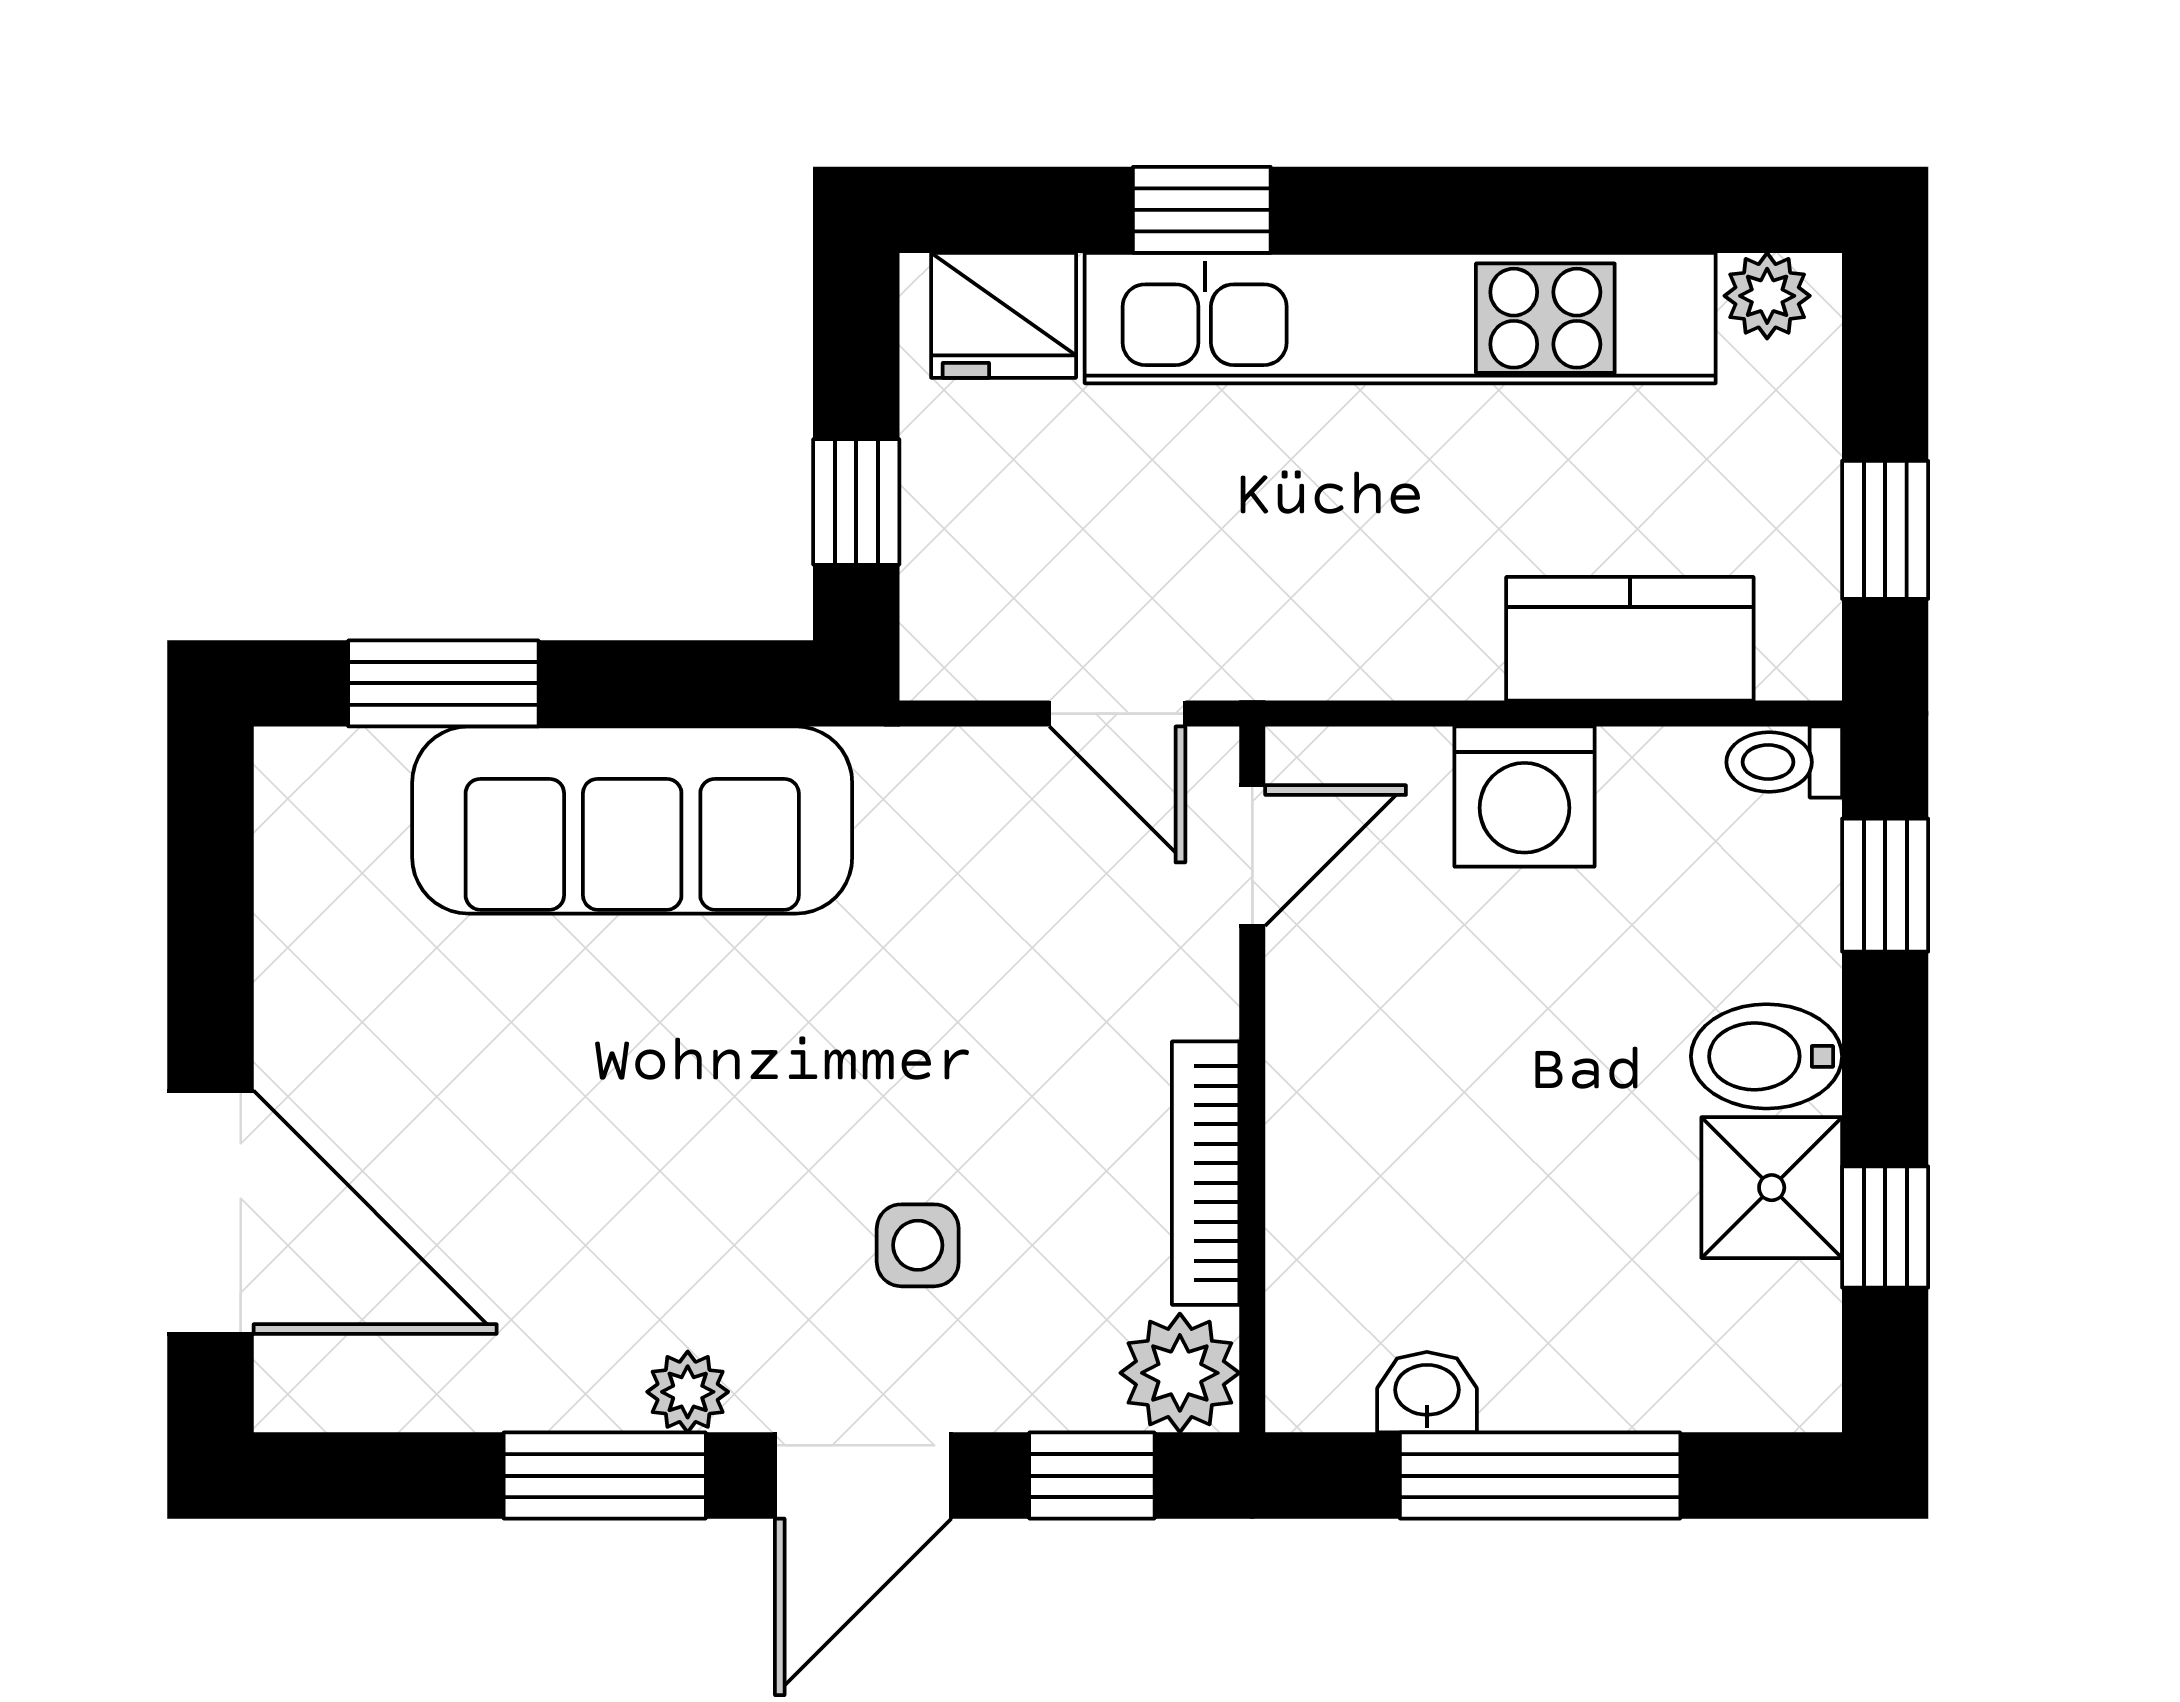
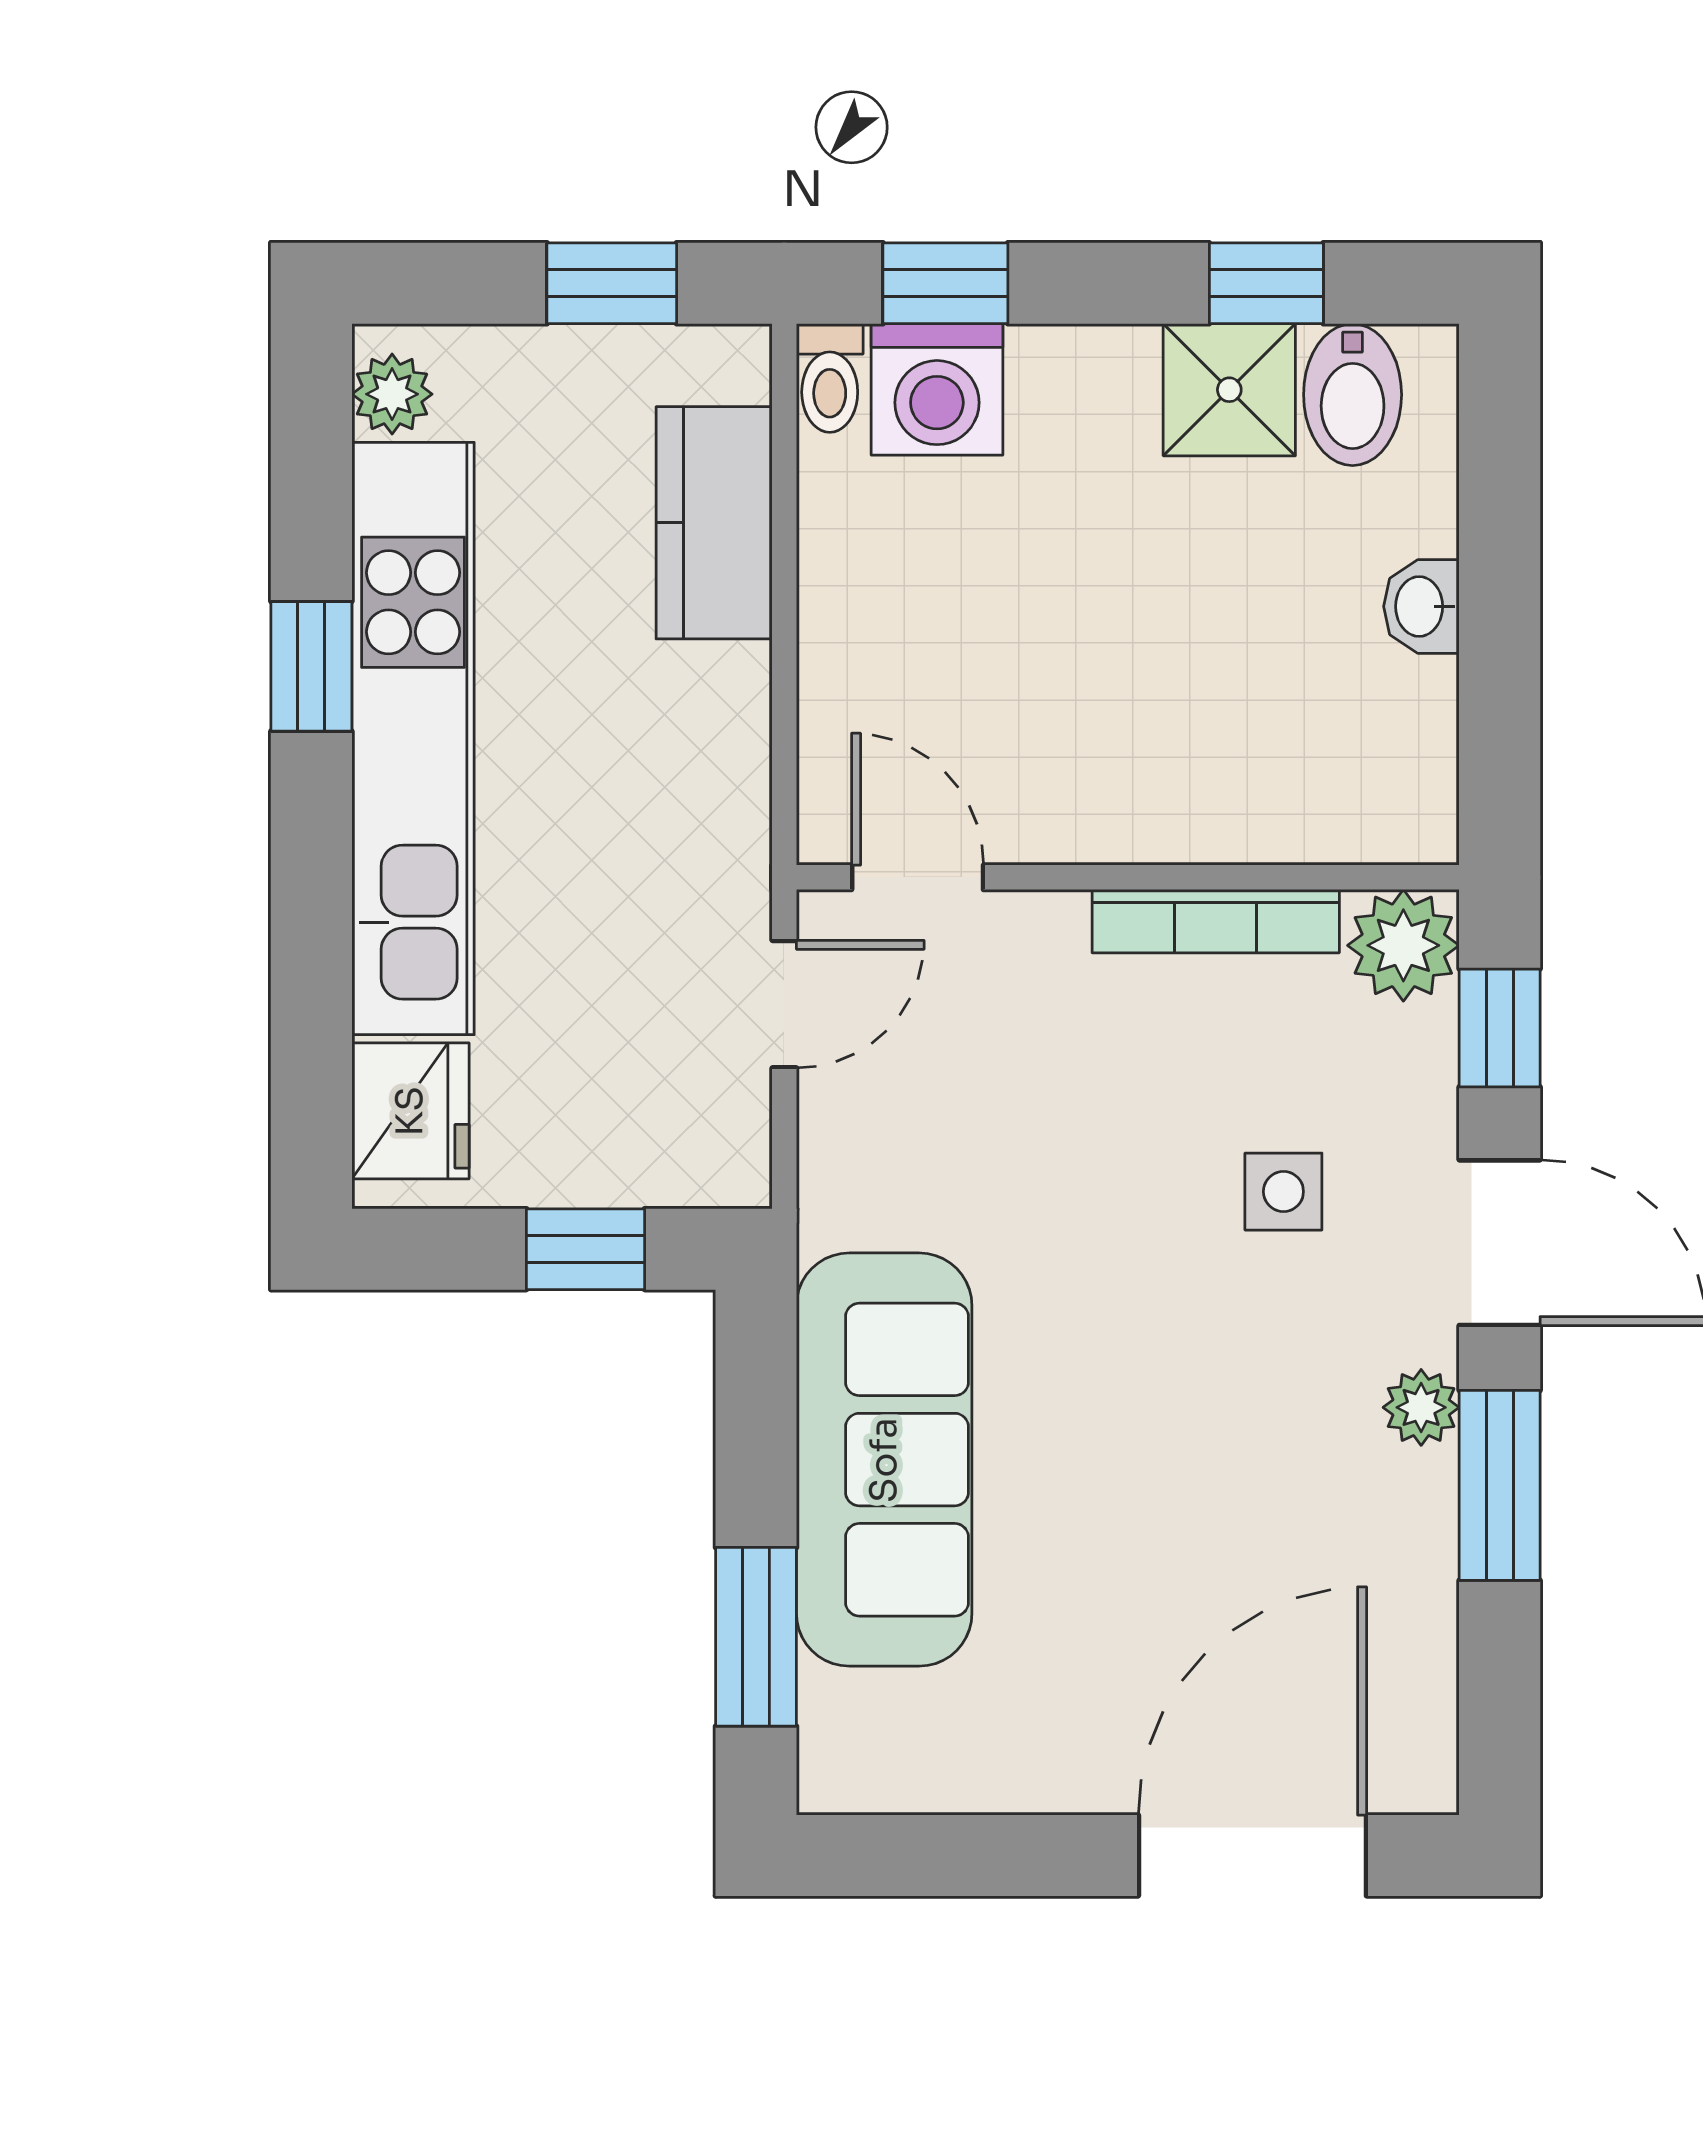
window: (1202, 210) -> (311, 666), moved
washing machine: (1524, 797) -> (937, 389), moved, turned 90
bidet: (1766, 1056) -> (1353, 395), moved
washbasin: (1427, 1392) -> (1421, 606), moved
window: (1540, 1476) -> (1500, 607), removed

